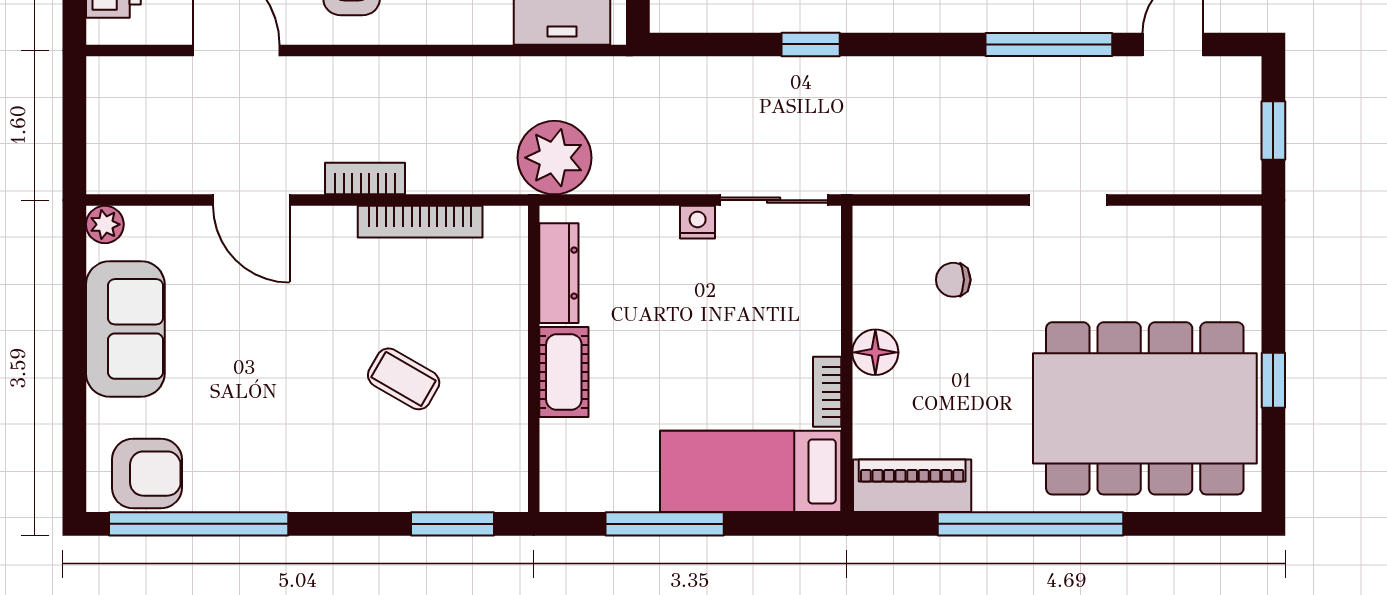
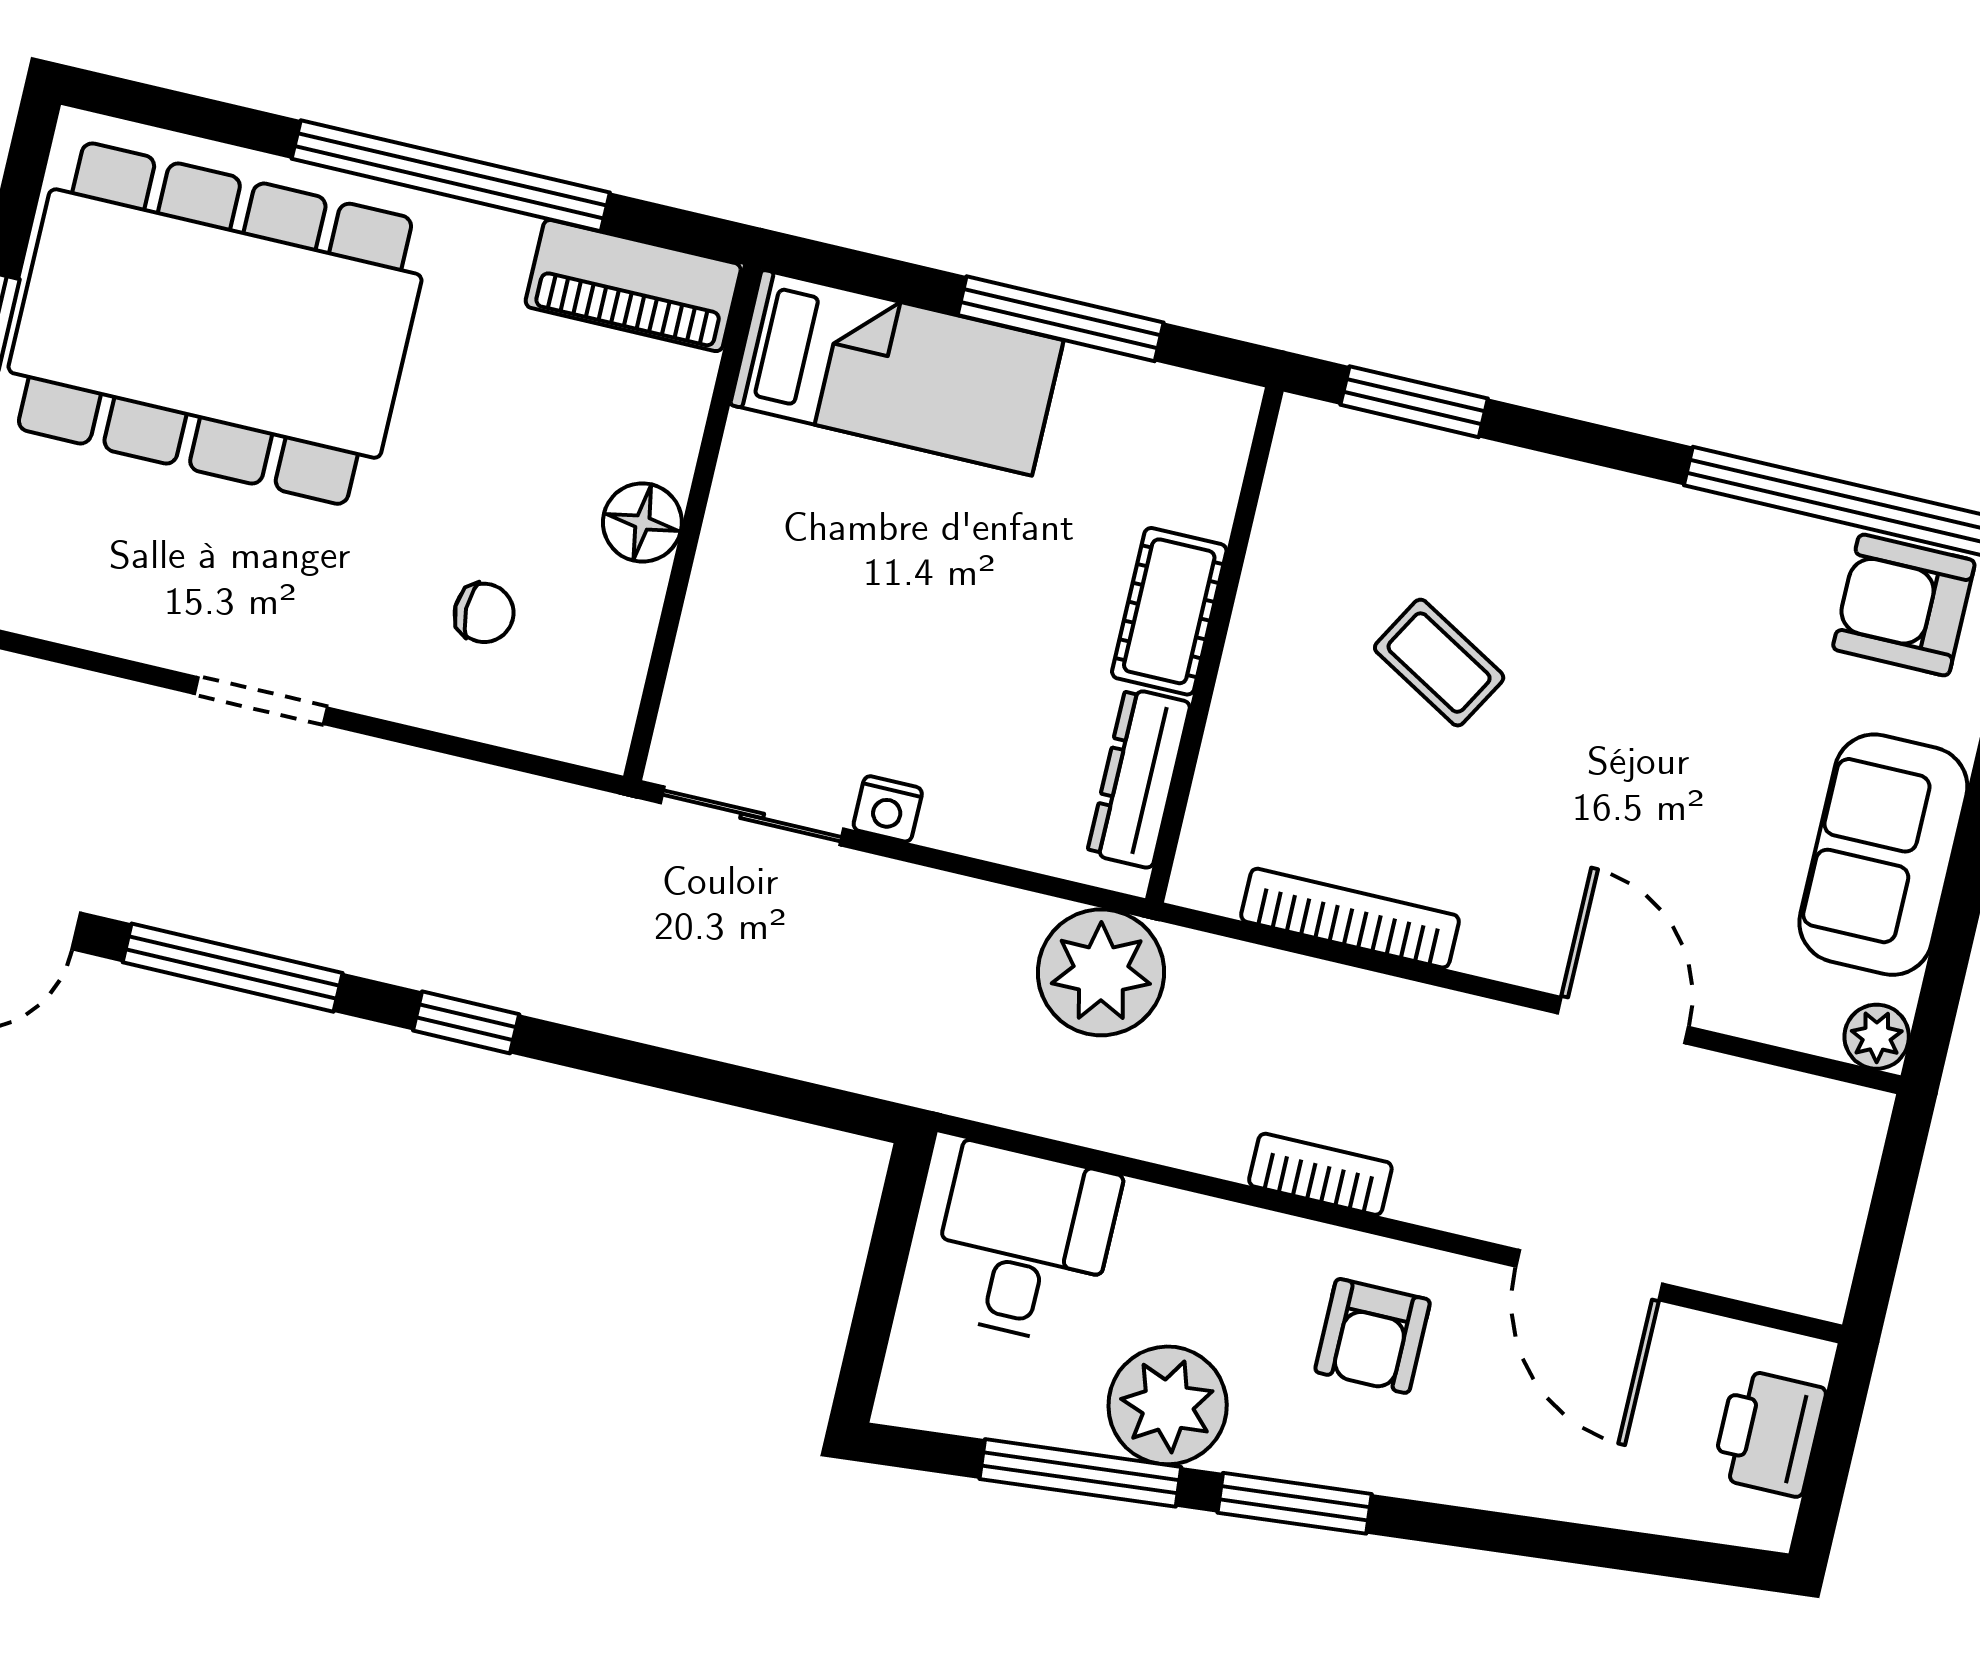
window: (811, 44) -> (466, 1022), moved
bookcase: (365, 179) -> (1320, 1174), moved, turned 180
bookcase: (827, 392) -> (738, 475), removed

